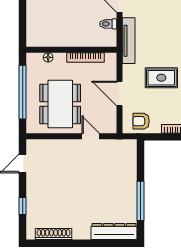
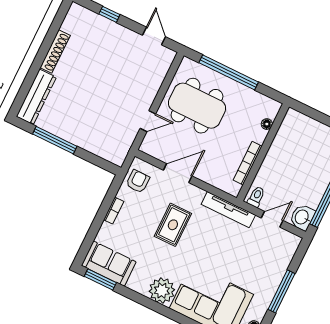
wall: (71, 50) -> (263, 152), moved
floor lamp: (48, 57) -> (267, 124), moved
bookcase: (85, 58) -> (248, 163), moved
shoe rack: (53, 234) -> (55, 51), moved

